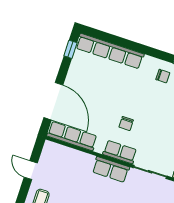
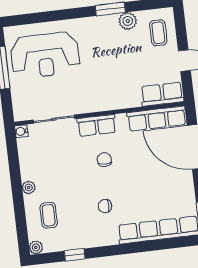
chair: (163, 76) -> (105, 206), moved
row of seats: (111, 169) -> (162, 94), moved

